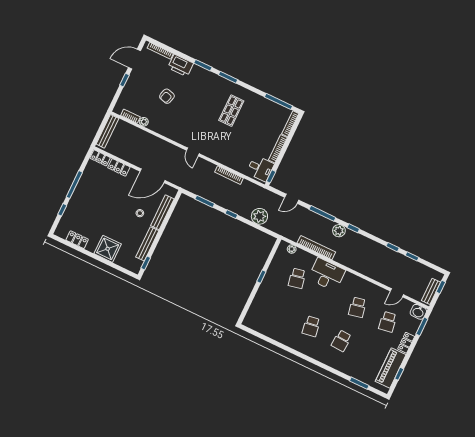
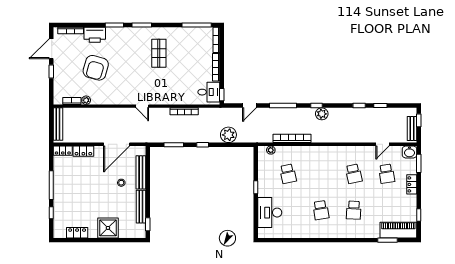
armchair: (167, 96) -> (96, 68), width x1.88, depth x1.88
plant: (339, 231) -> (322, 114), moved
desk: (327, 274) -> (270, 213), moved, turned -90
piano: (391, 368) -> (398, 230), moved, turned 90

